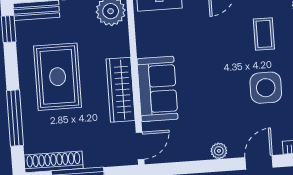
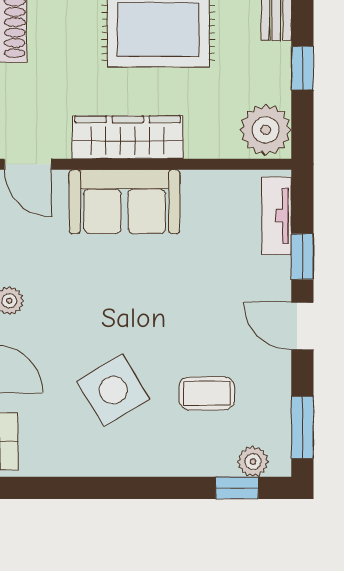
side table: (266, 88) -> (113, 390), turned -31

